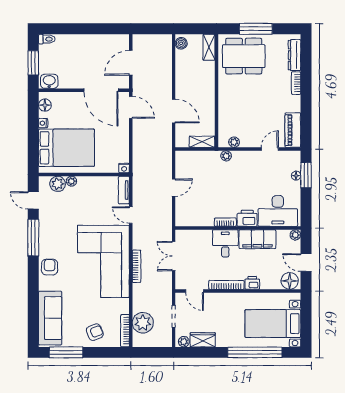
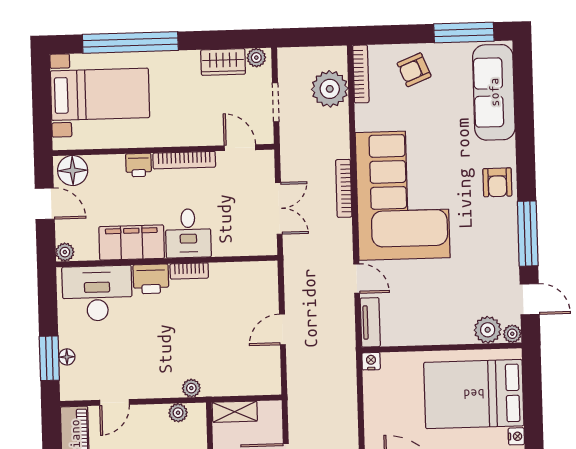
plant: (71, 181) -> (512, 334), moved

